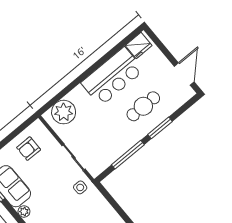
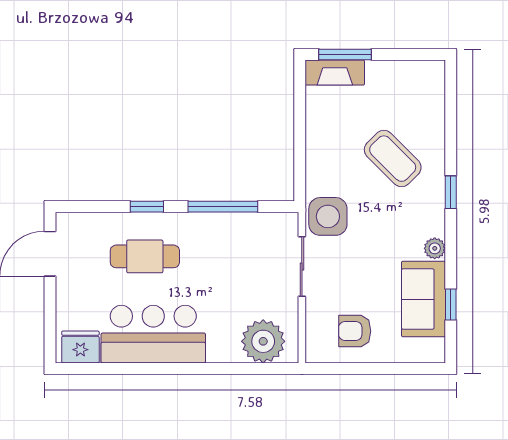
window: (160, 128) -> (147, 207), width x0.67
armchair: (29, 149) -> (355, 331), turned 180
side table: (80, 187) -> (328, 216), width x1.87, depth x1.87

